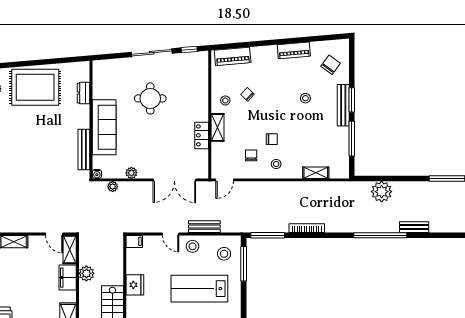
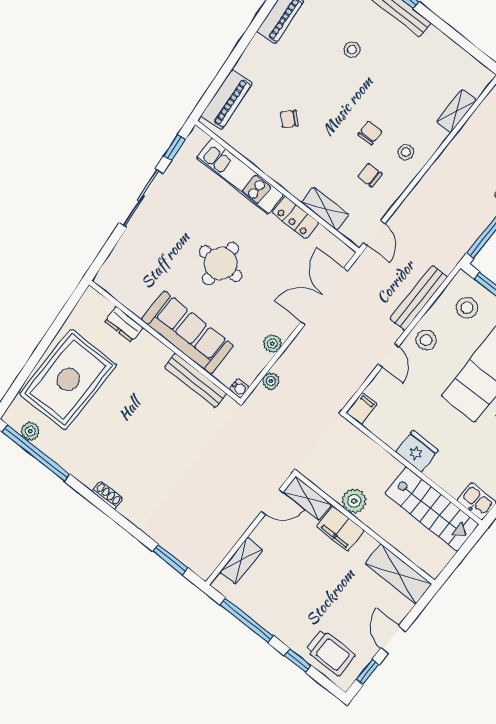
kitchen unit: (200, 92) -> (240, 176), added
round table: (150, 98) -> (221, 264), moved
stool: (225, 100) -> (275, 153), removed
shelving: (218, 127) -> (325, 209), moved
window: (352, 139) -> (449, 31), removed
double door: (174, 180) -> (324, 296), swing flipped
bench: (204, 227) -> (419, 298), width x1.36
door: (171, 234) -> (389, 355), hinge flipped

